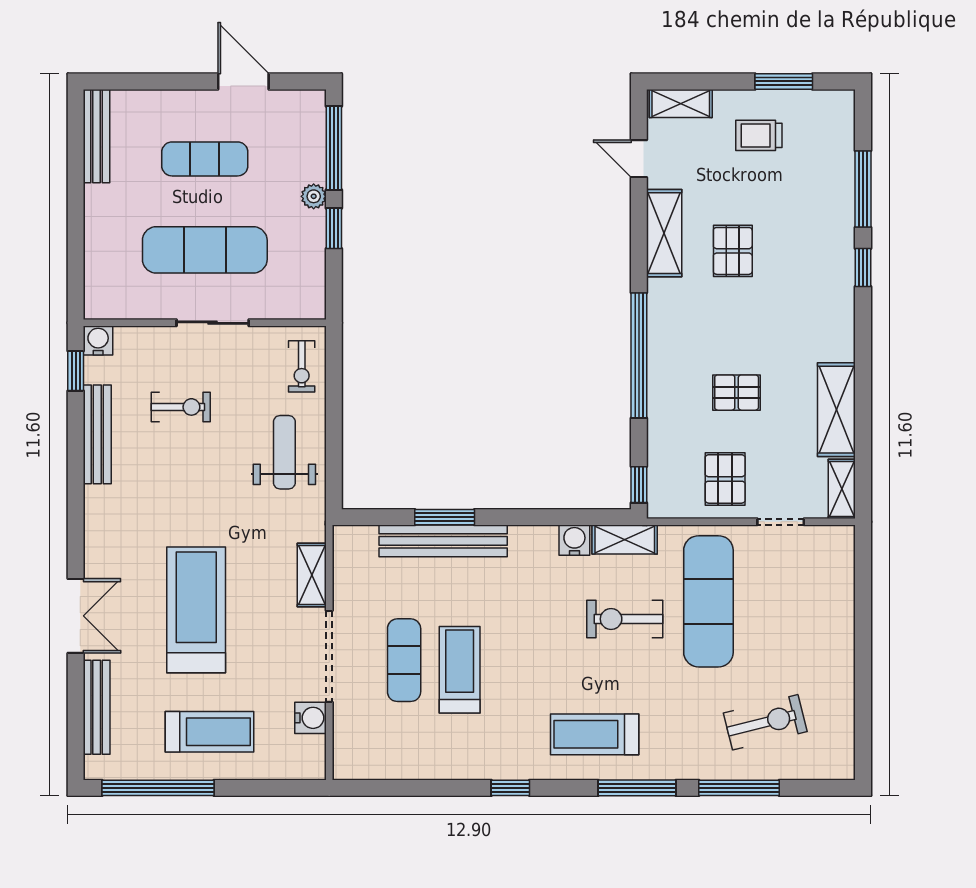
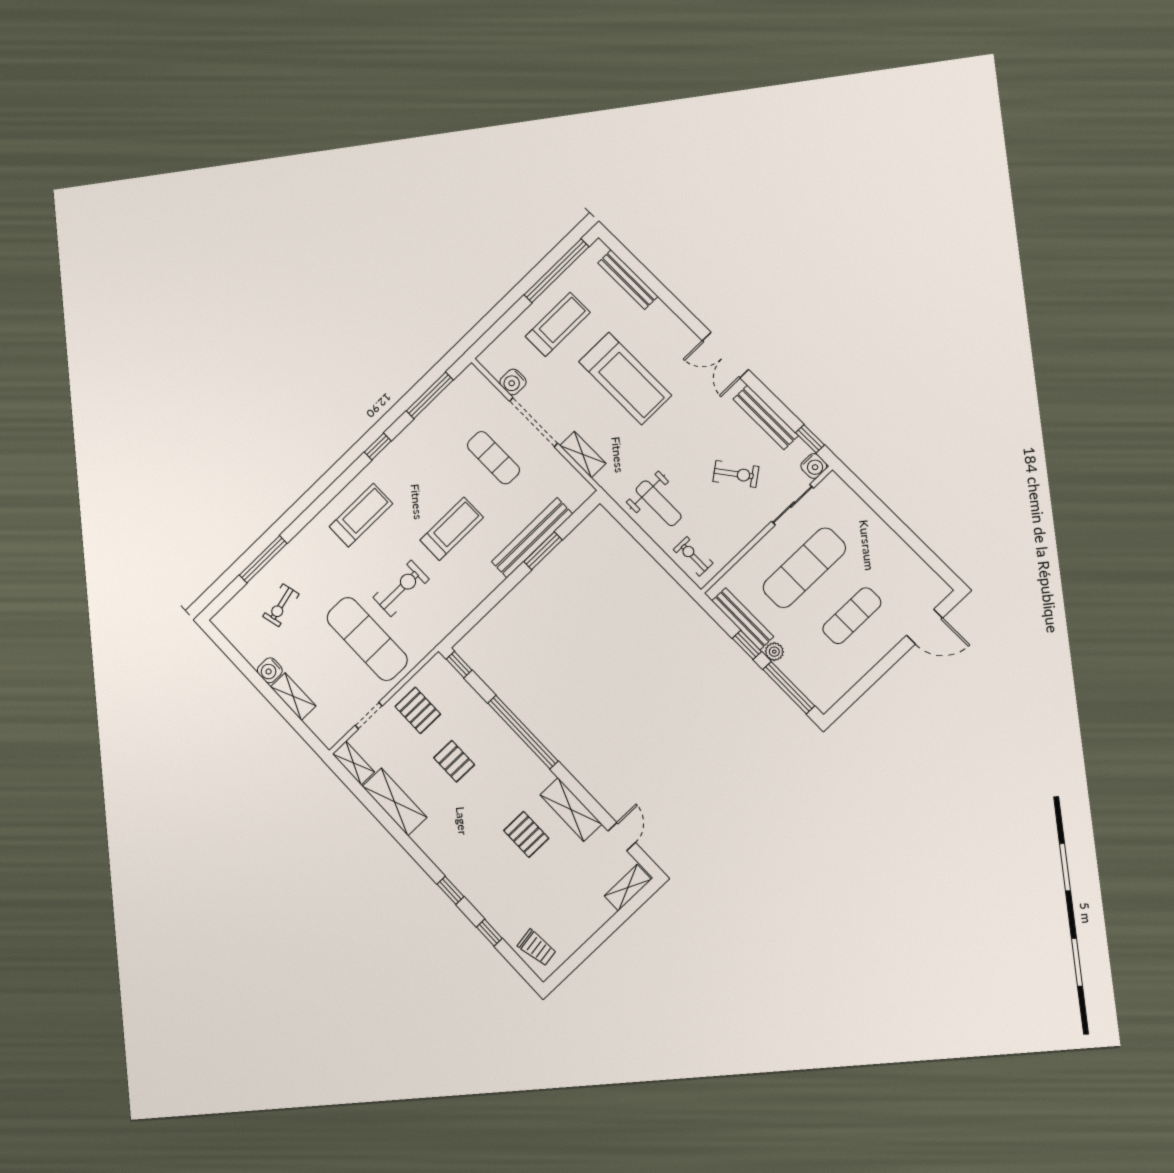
door: (243, 81) -> (925, 627), moved
window: (784, 81) -> (585, 951), removed
trolley: (759, 135) -> (537, 948), moved, turned 81
bench: (97, 136) -> (743, 619), moved
door: (639, 159) -> (622, 837), hinge flipped
window: (863, 189) -> (489, 933), width x0.46
sliding door: (213, 323) -> (793, 505), moved
pallet: (737, 393) -> (454, 761), turned 90
exercise bike: (181, 407) -> (736, 474), turned -127
water cooler: (574, 540) -> (270, 670), moved, turned 90
shelving: (625, 540) -> (293, 696), moved, turned 90
double door: (76, 616) -> (725, 355), moved
treadmill: (460, 670) -> (452, 529), moved, turned -90
exercise bike: (765, 722) -> (281, 605), width x0.73, depth x0.72
treadmill: (210, 732) -> (558, 324), turned 180
window: (637, 788) -> (430, 395), moved

